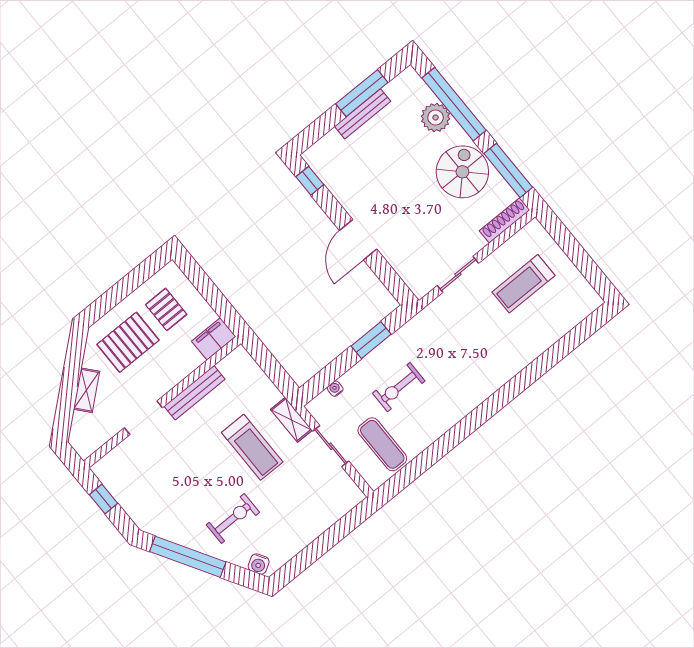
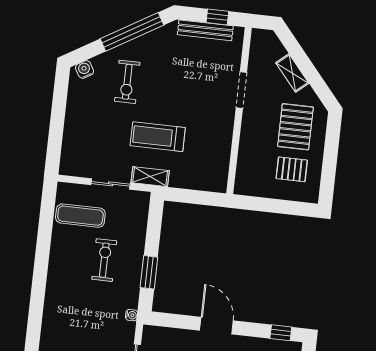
filing cabinet: (214, 339) -> (245, 180), removed
water cooler: (335, 389) -> (131, 315), moved
bench: (195, 393) -> (205, 30), moved, turned 90

